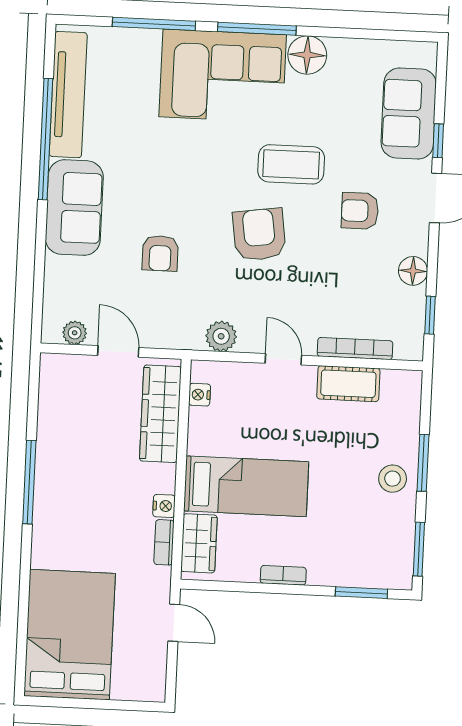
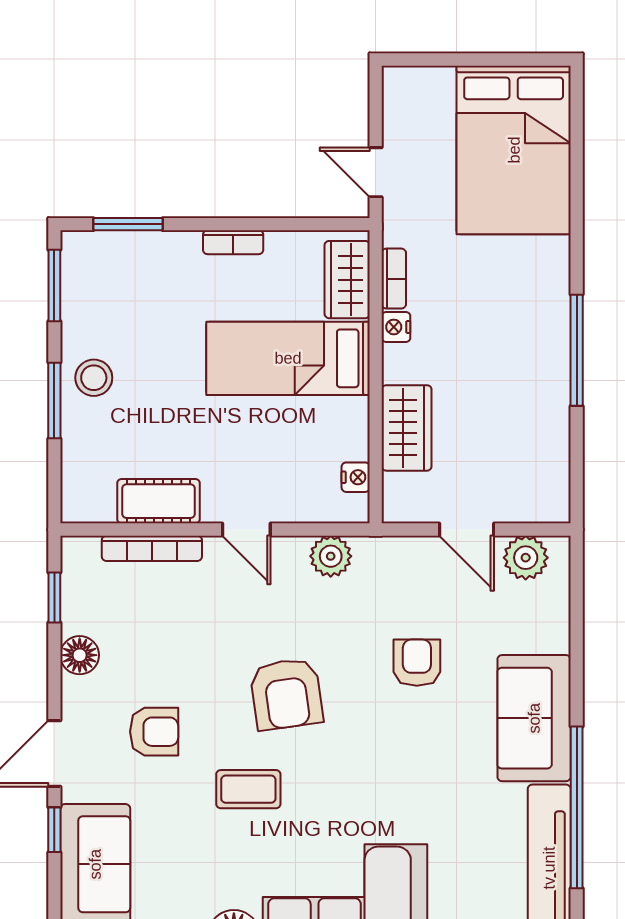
coffee table: (291, 164) -> (248, 789), width x0.73, depth x0.77
plant: (75, 333) -> (526, 558), width x1.38, depth x1.38
wardrobe: (160, 414) -> (407, 428), width x0.67

